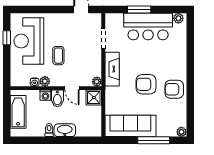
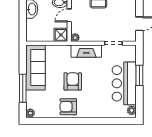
armchair: (174, 89) -> (68, 107), turned -90

